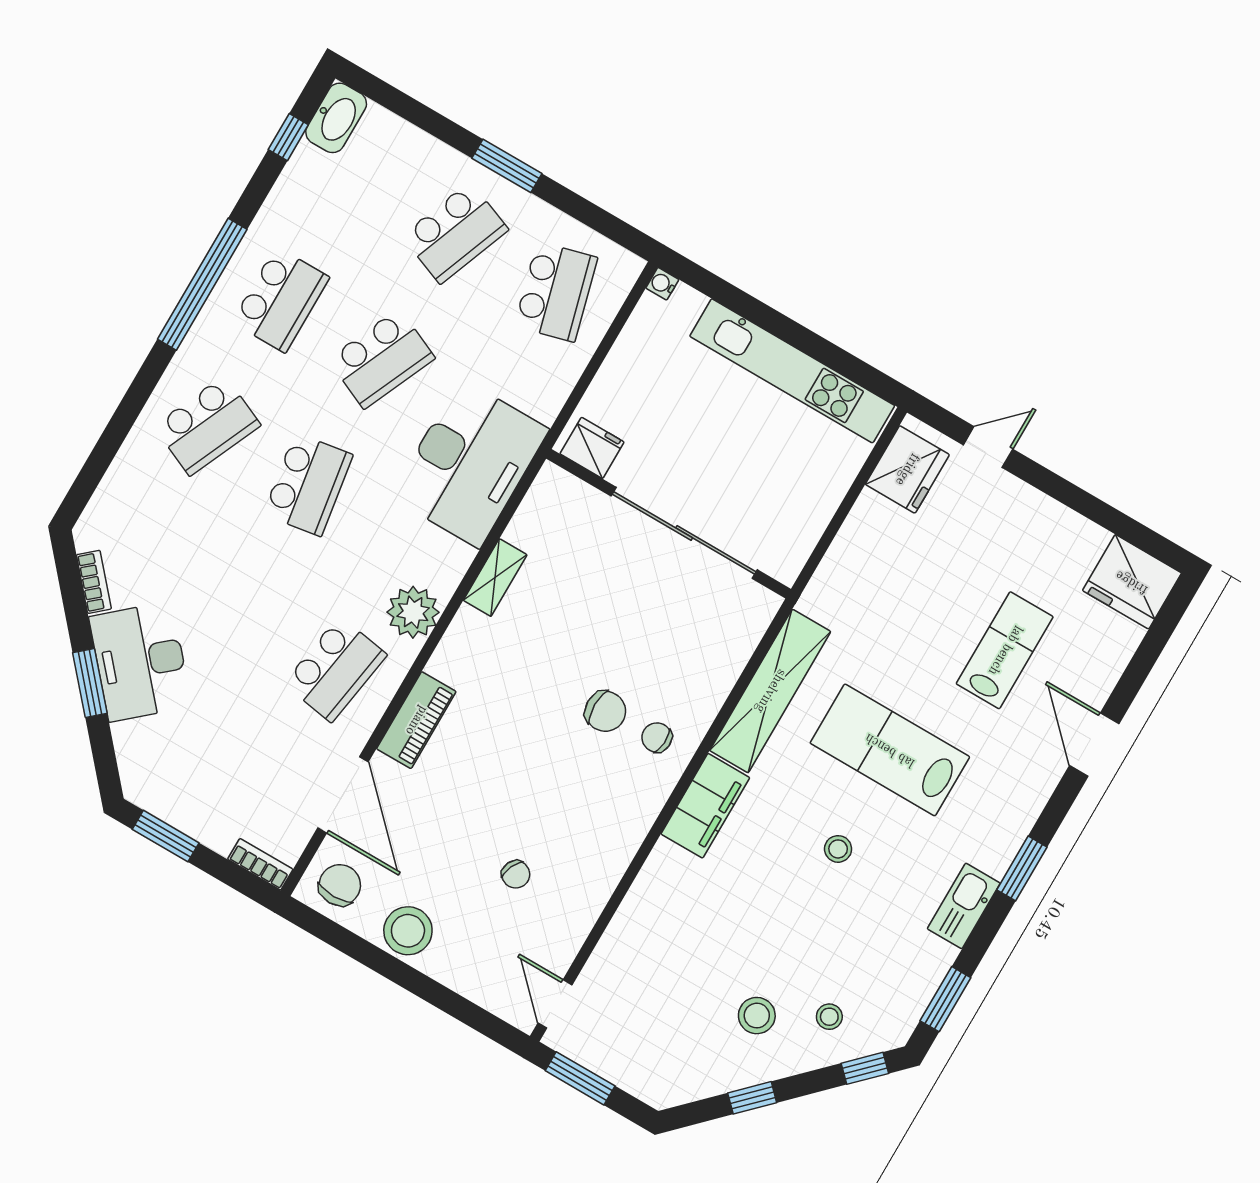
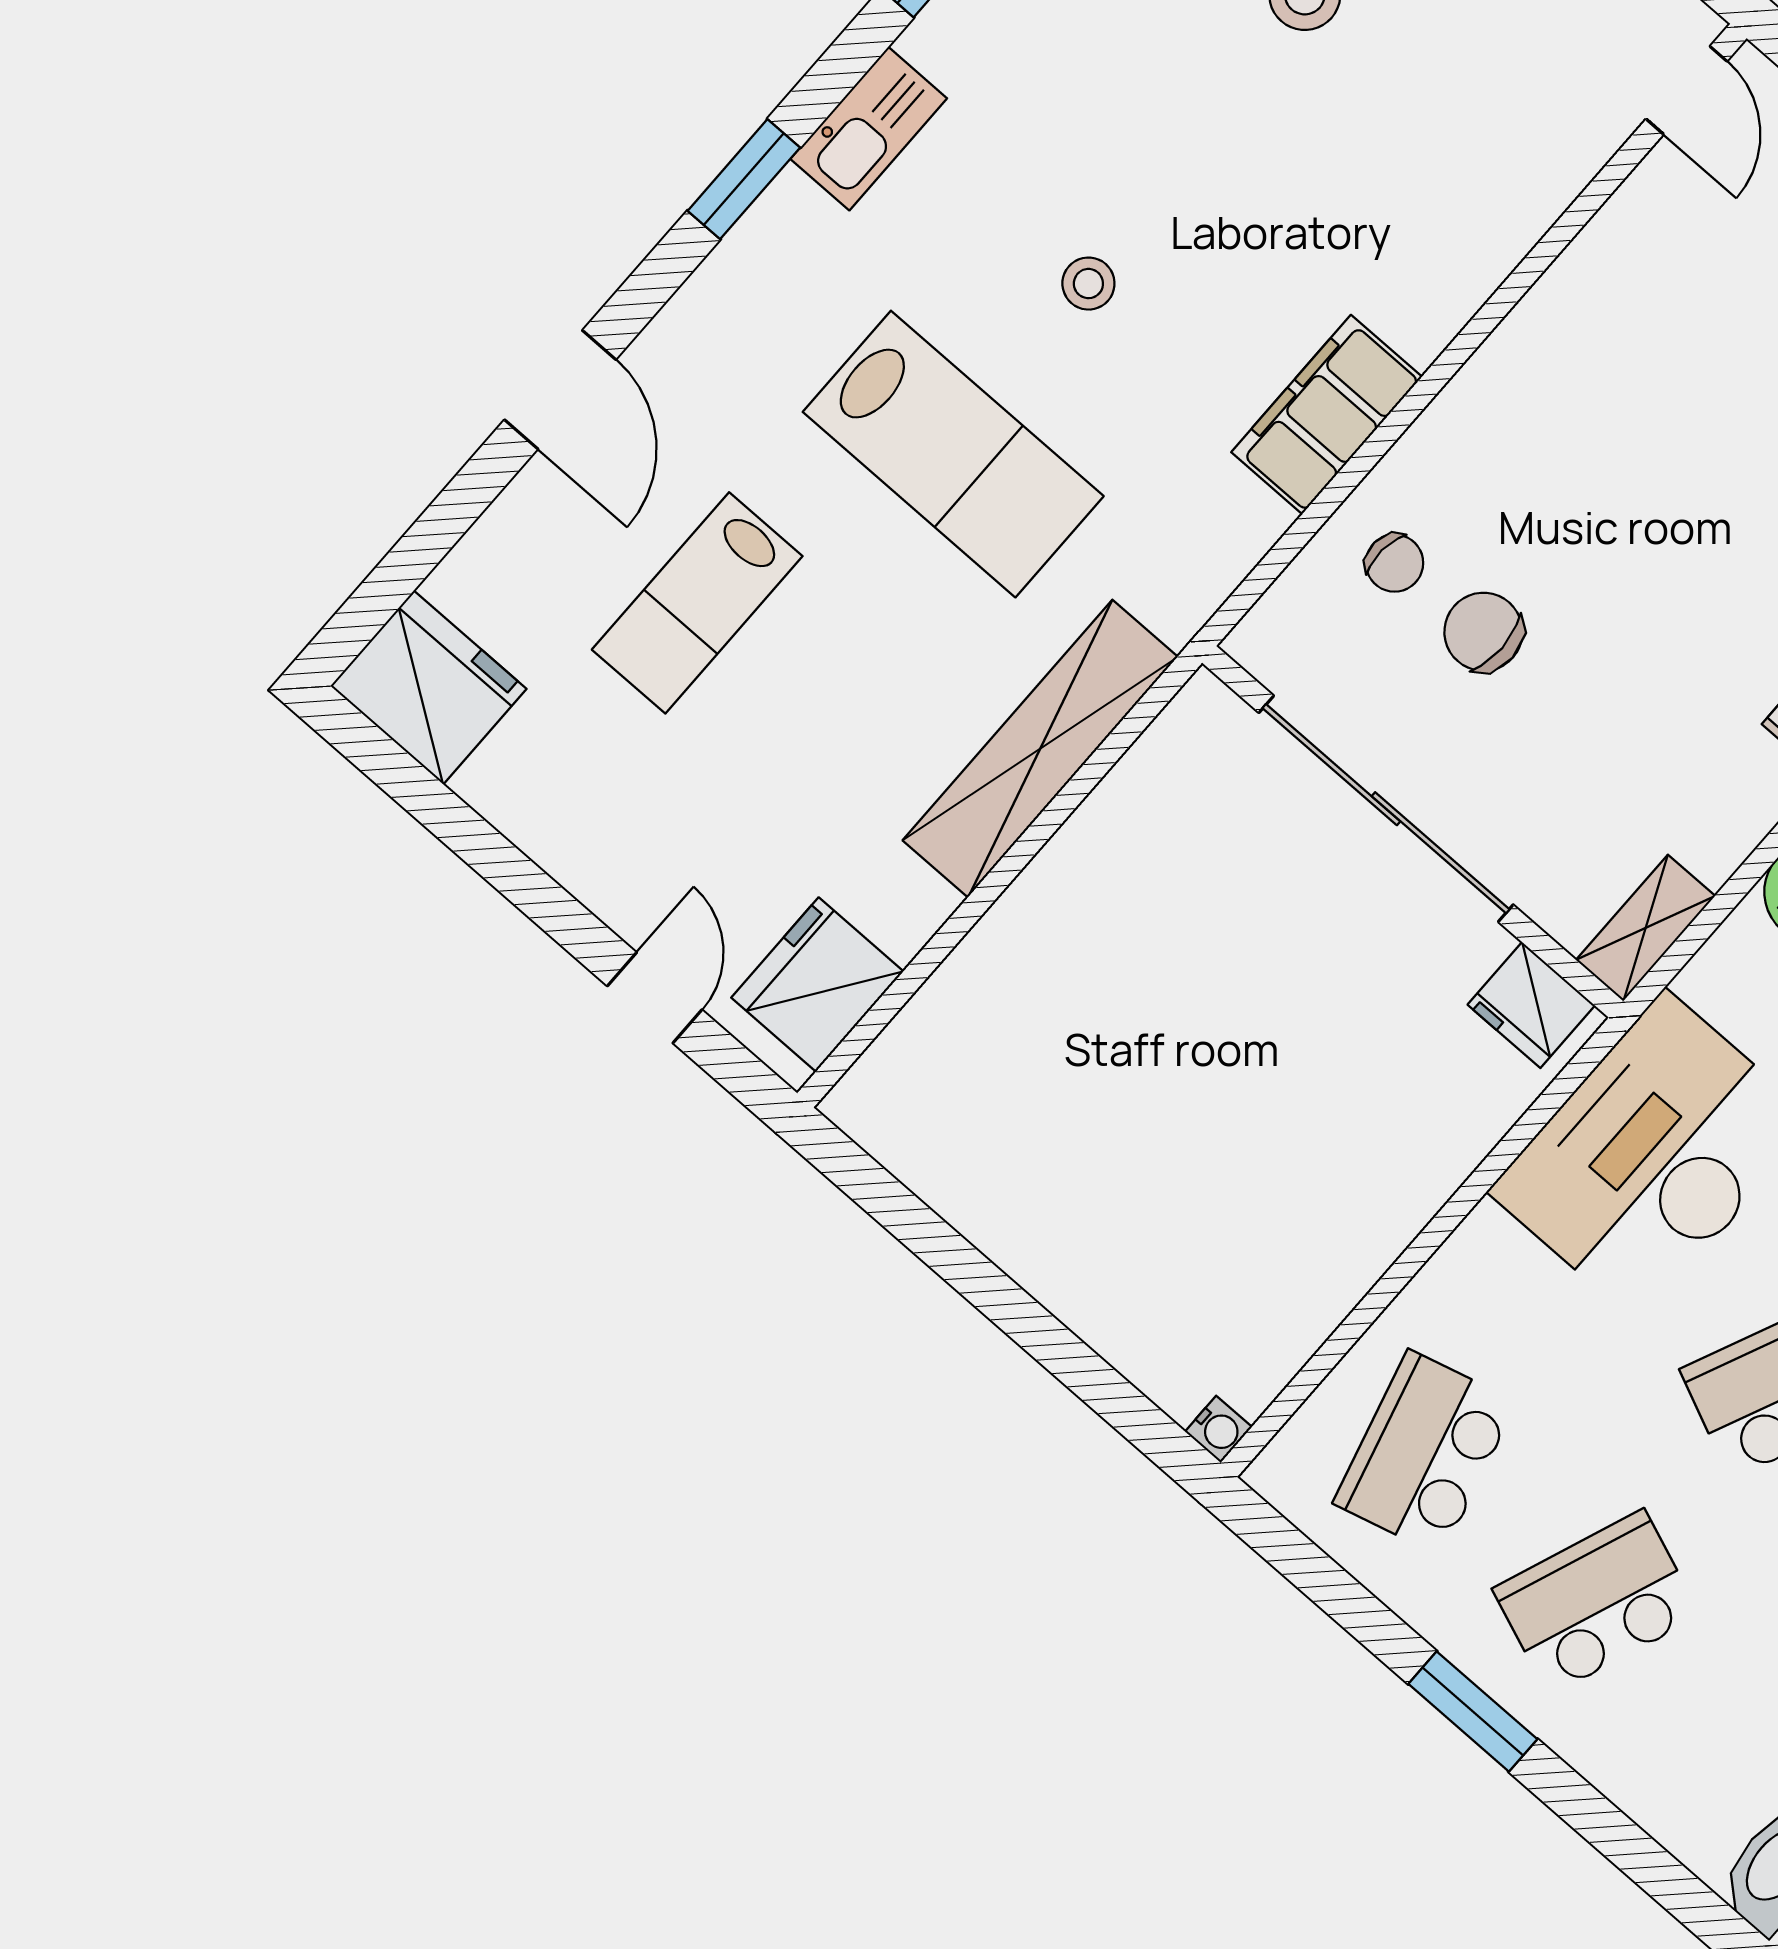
kitchen unit: (792, 371) -> (1002, 1215), removed
door: (988, 447) -> (655, 998), swing flipped
fridge: (592, 448) -> (1531, 1005), moved
wall: (668, 524) -> (1413, 832), moved
sliding door: (684, 533) -> (1386, 809), moved
shelving: (770, 691) -> (1040, 749), moved
chair: (516, 874) -> (1714, 353), removed

